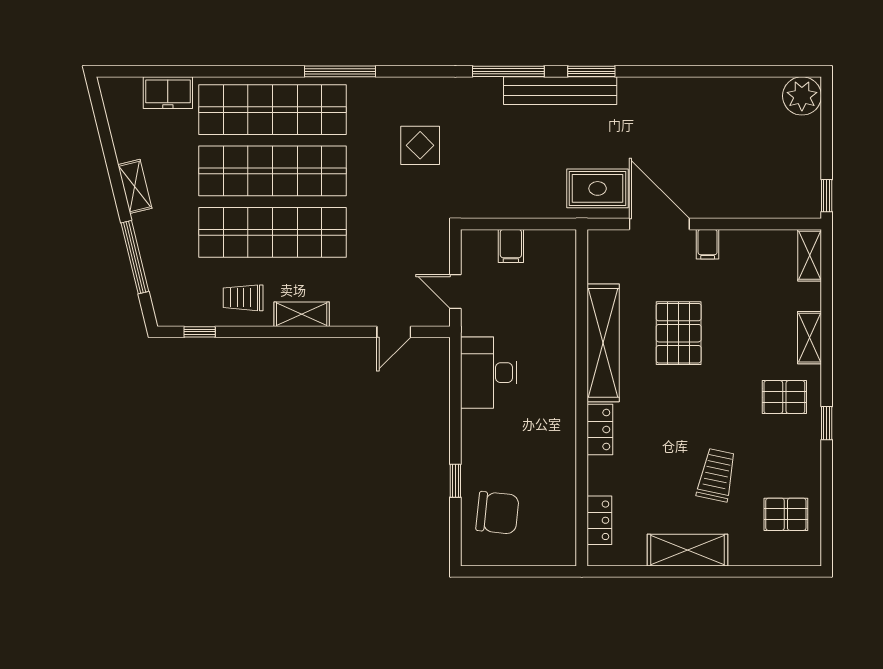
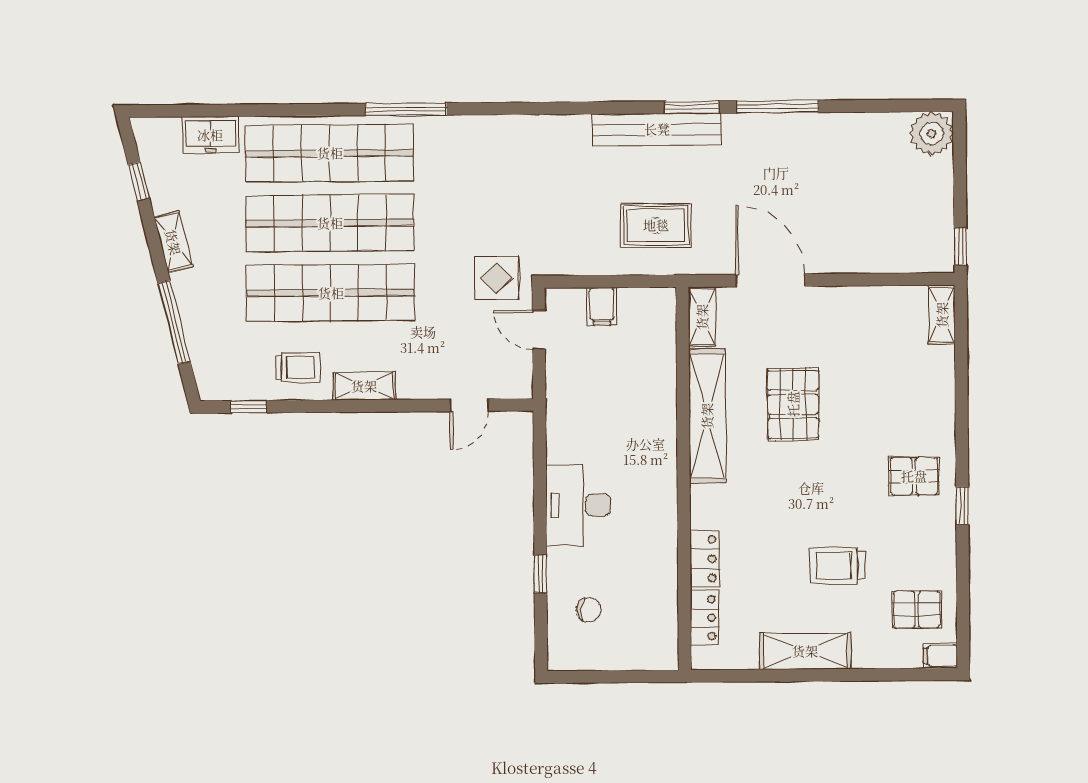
window: (508, 71) -> (778, 107), moved
window: (105, 133) -> (139, 181), added
display table: (420, 145) -> (497, 278), moved
rug: (598, 188) -> (656, 225), moved
filing cabinet: (708, 244) -> (940, 656), moved, turned 90
door: (455, 291) -> (539, 330), moved
trolley: (243, 298) -> (298, 368), turned 180
shelving: (809, 338) -> (702, 317), moved
desk: (489, 373) -> (578, 505), moved
locker: (600, 430) -> (705, 559), moved
trolley: (717, 475) -> (837, 565), turned -102
chair: (497, 513) -> (589, 610), width x0.54, depth x0.54

